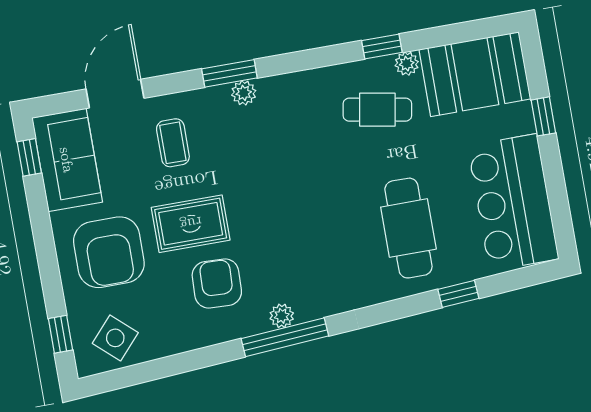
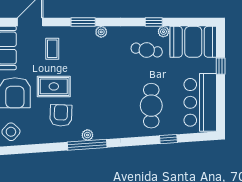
plant: (244, 93) -> (101, 32), moved

